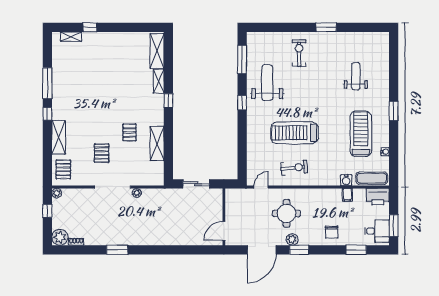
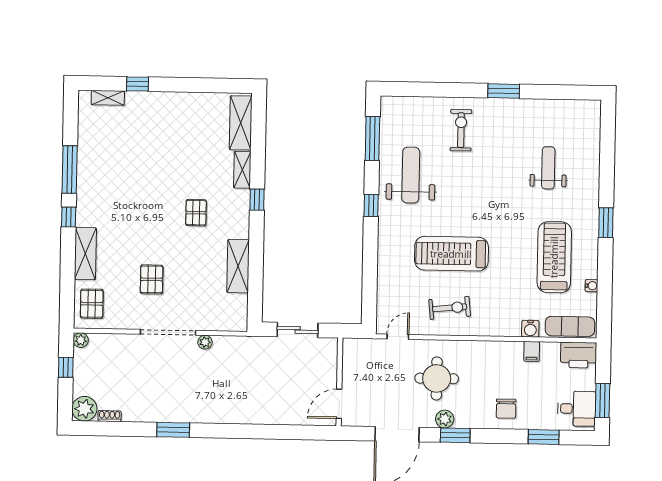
pallet: (129, 132) -> (196, 213), moved

